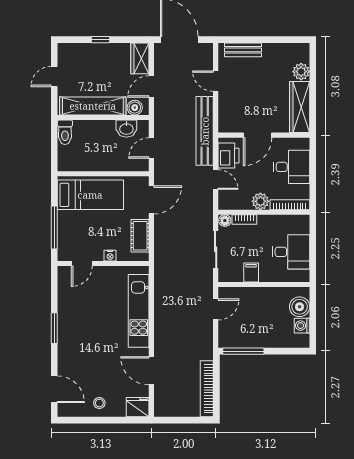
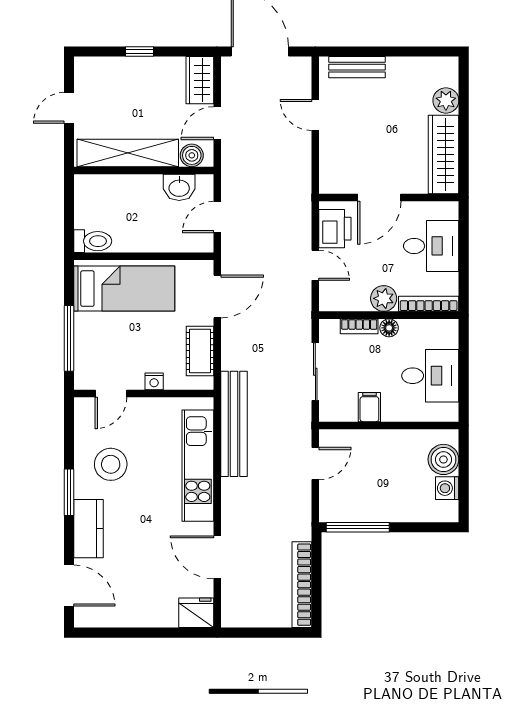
bench: (205, 131) -> (234, 424), moved
toilet: (65, 132) -> (93, 241), moved, turned -90
floor lamp: (225, 221) -> (389, 328), moved
kitchen counter: (67, 352) -> (88, 529), added
stool: (99, 403) -> (111, 464), moved, width x1.89, depth x1.89

